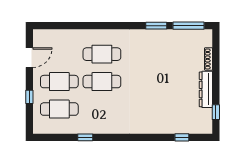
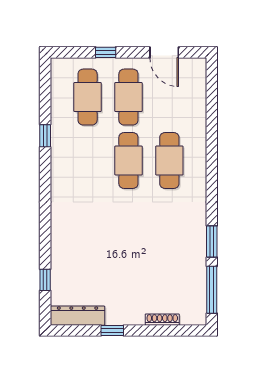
dresser: (206, 89) -> (78, 316), moved
window: (216, 112) -> (112, 330), moved

